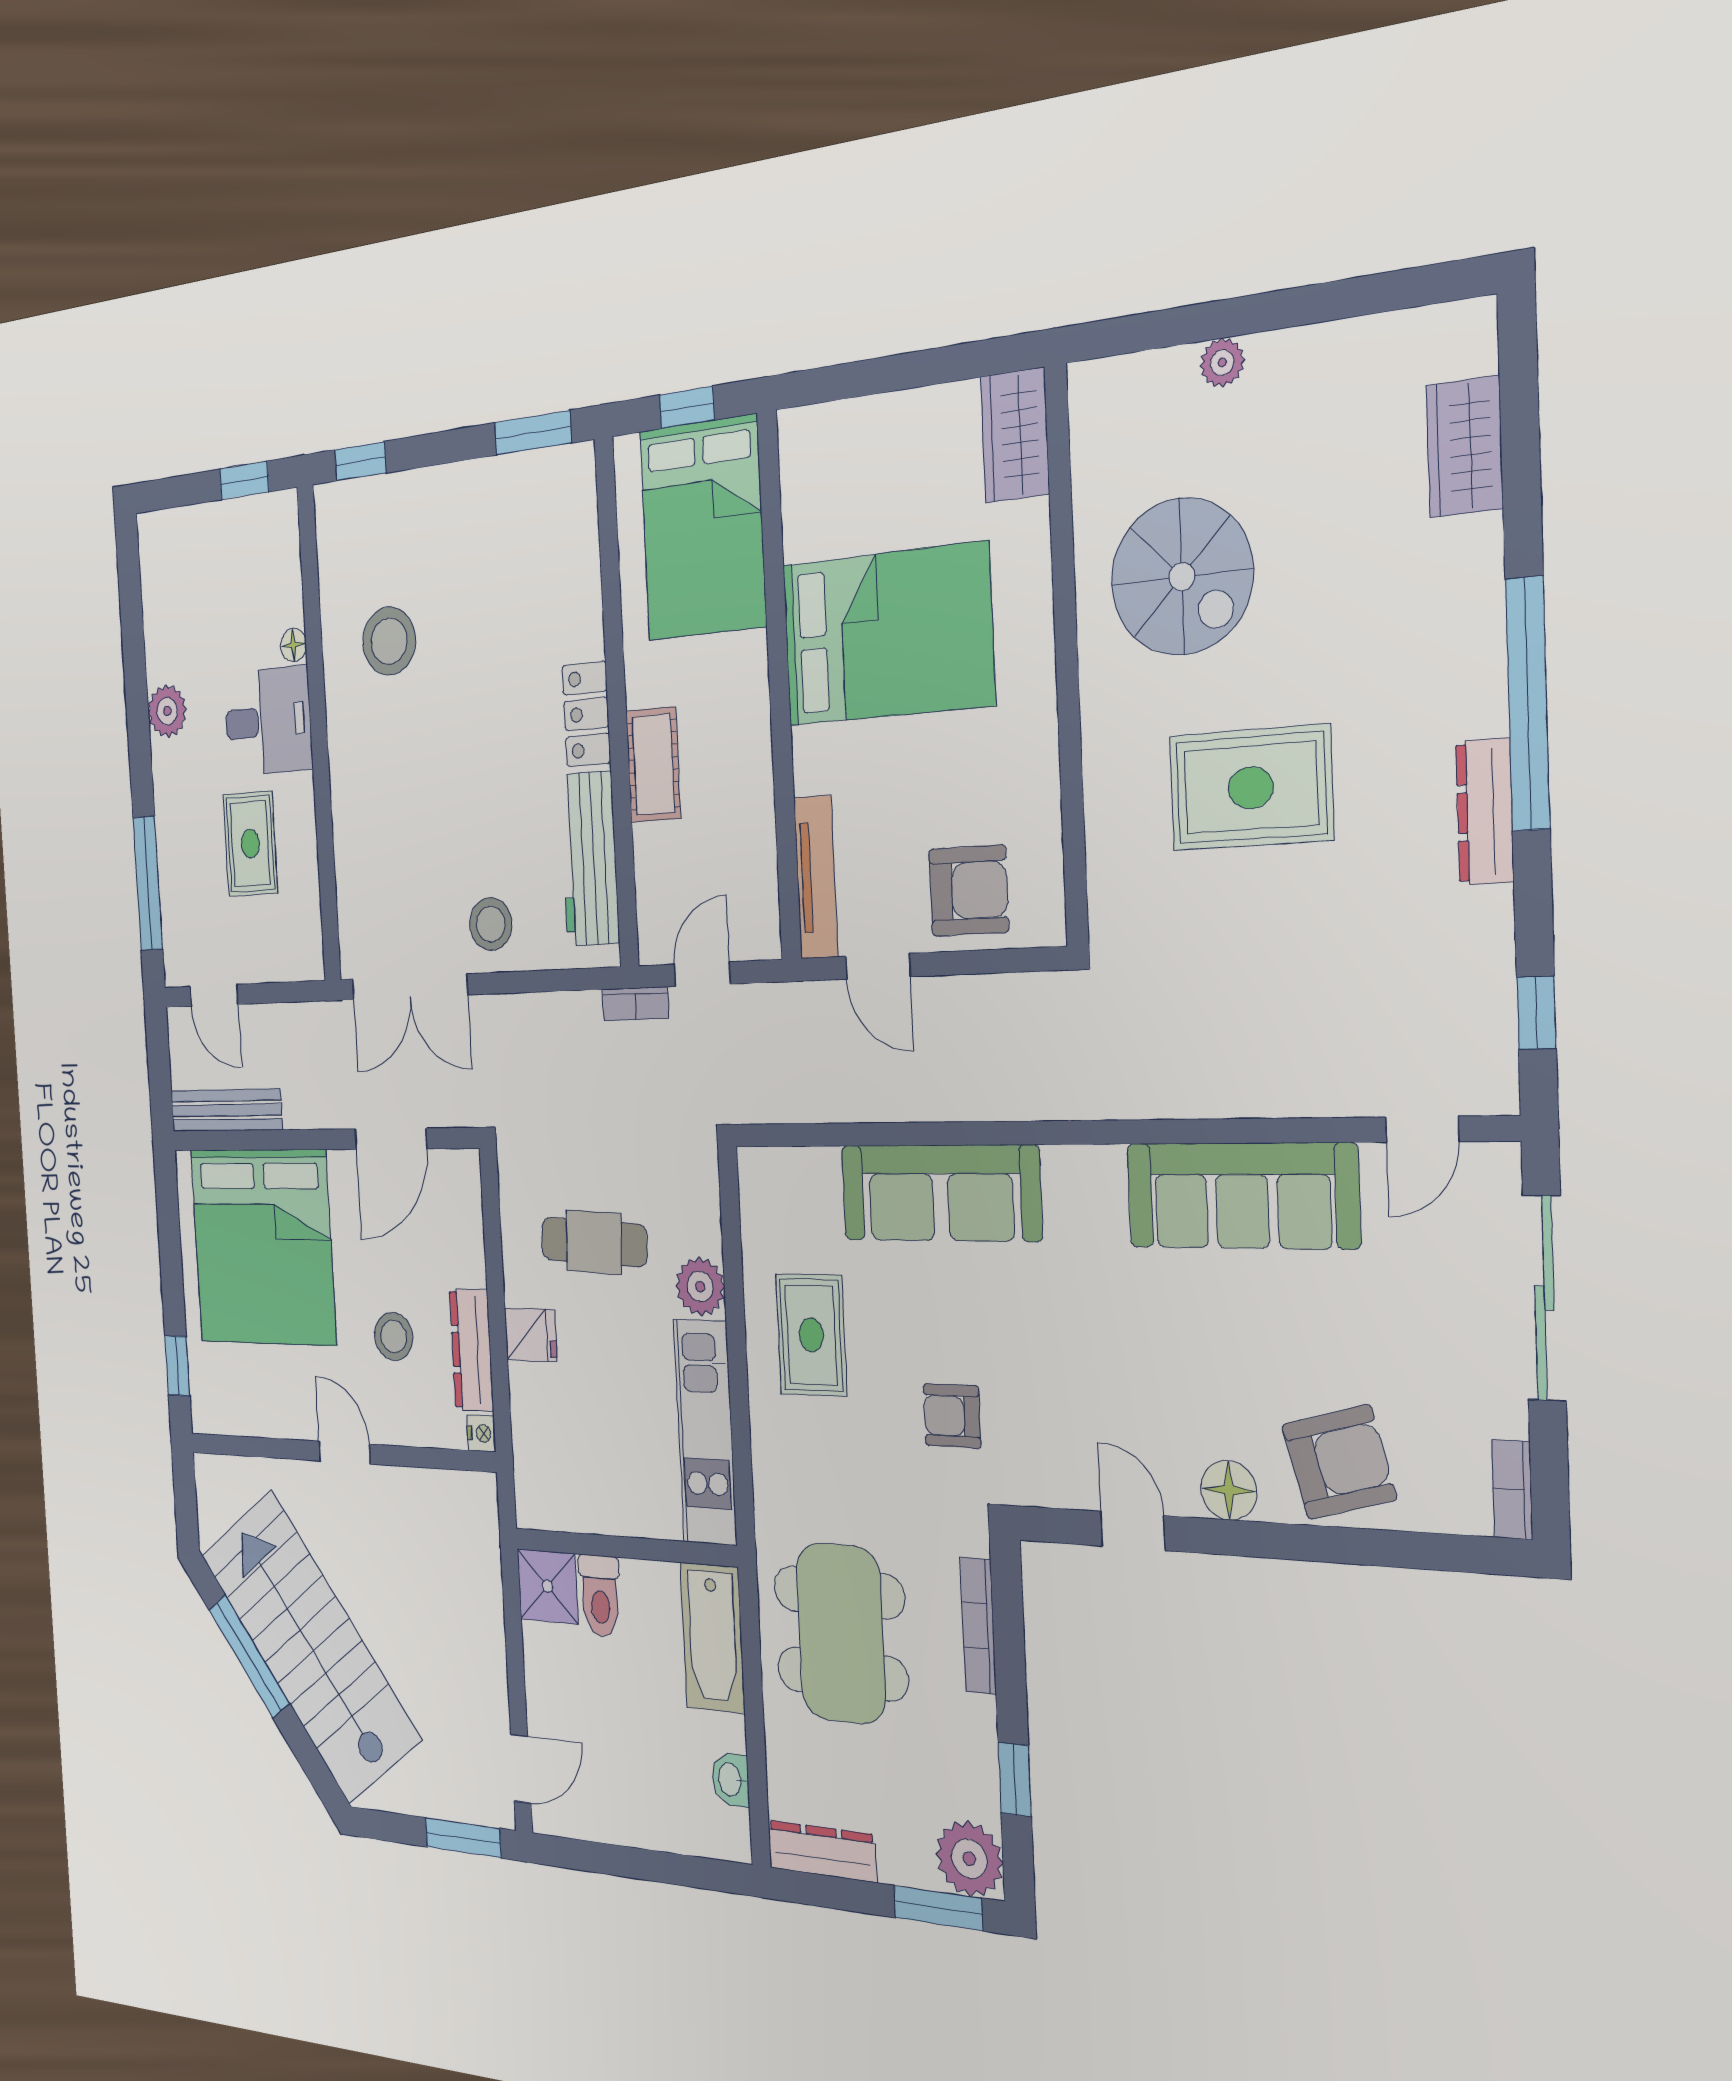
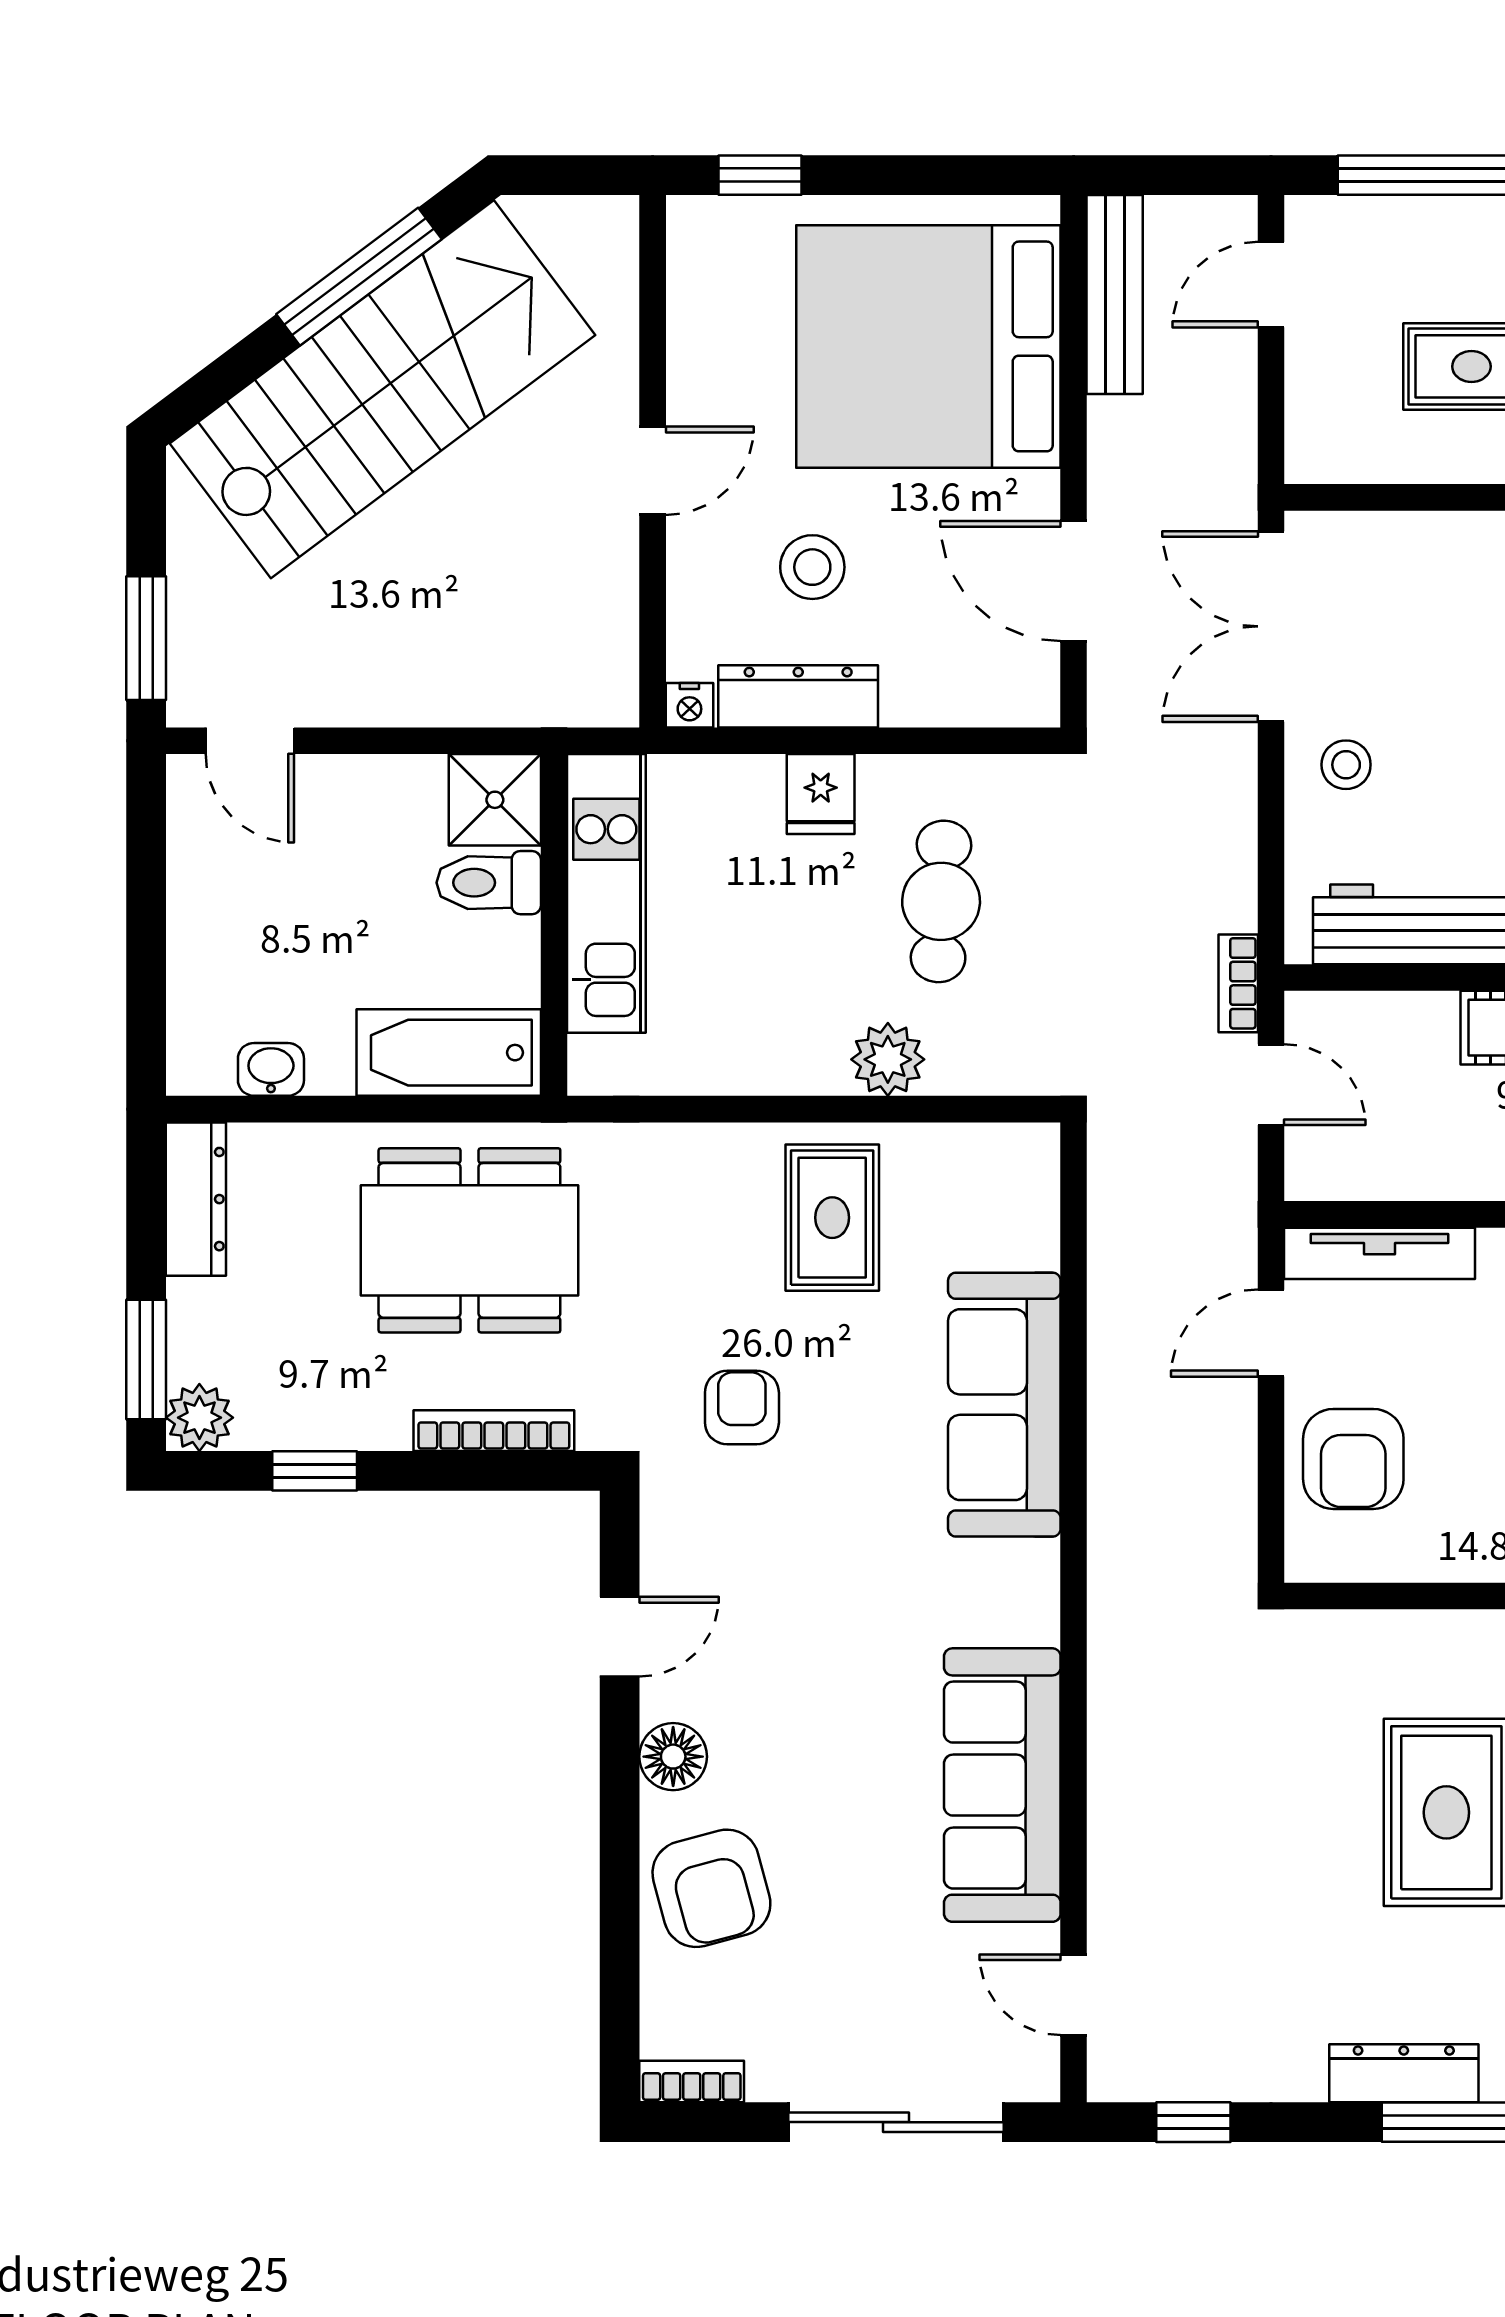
stool: (491, 924) -> (1346, 765), width x0.73, depth x0.73
rug: (811, 1335) -> (832, 1218), turned 90
kitchen unit: (705, 1432) -> (606, 893), moved, turned 90
plant: (969, 1859) -> (199, 1418), width x0.73, depth x0.73

